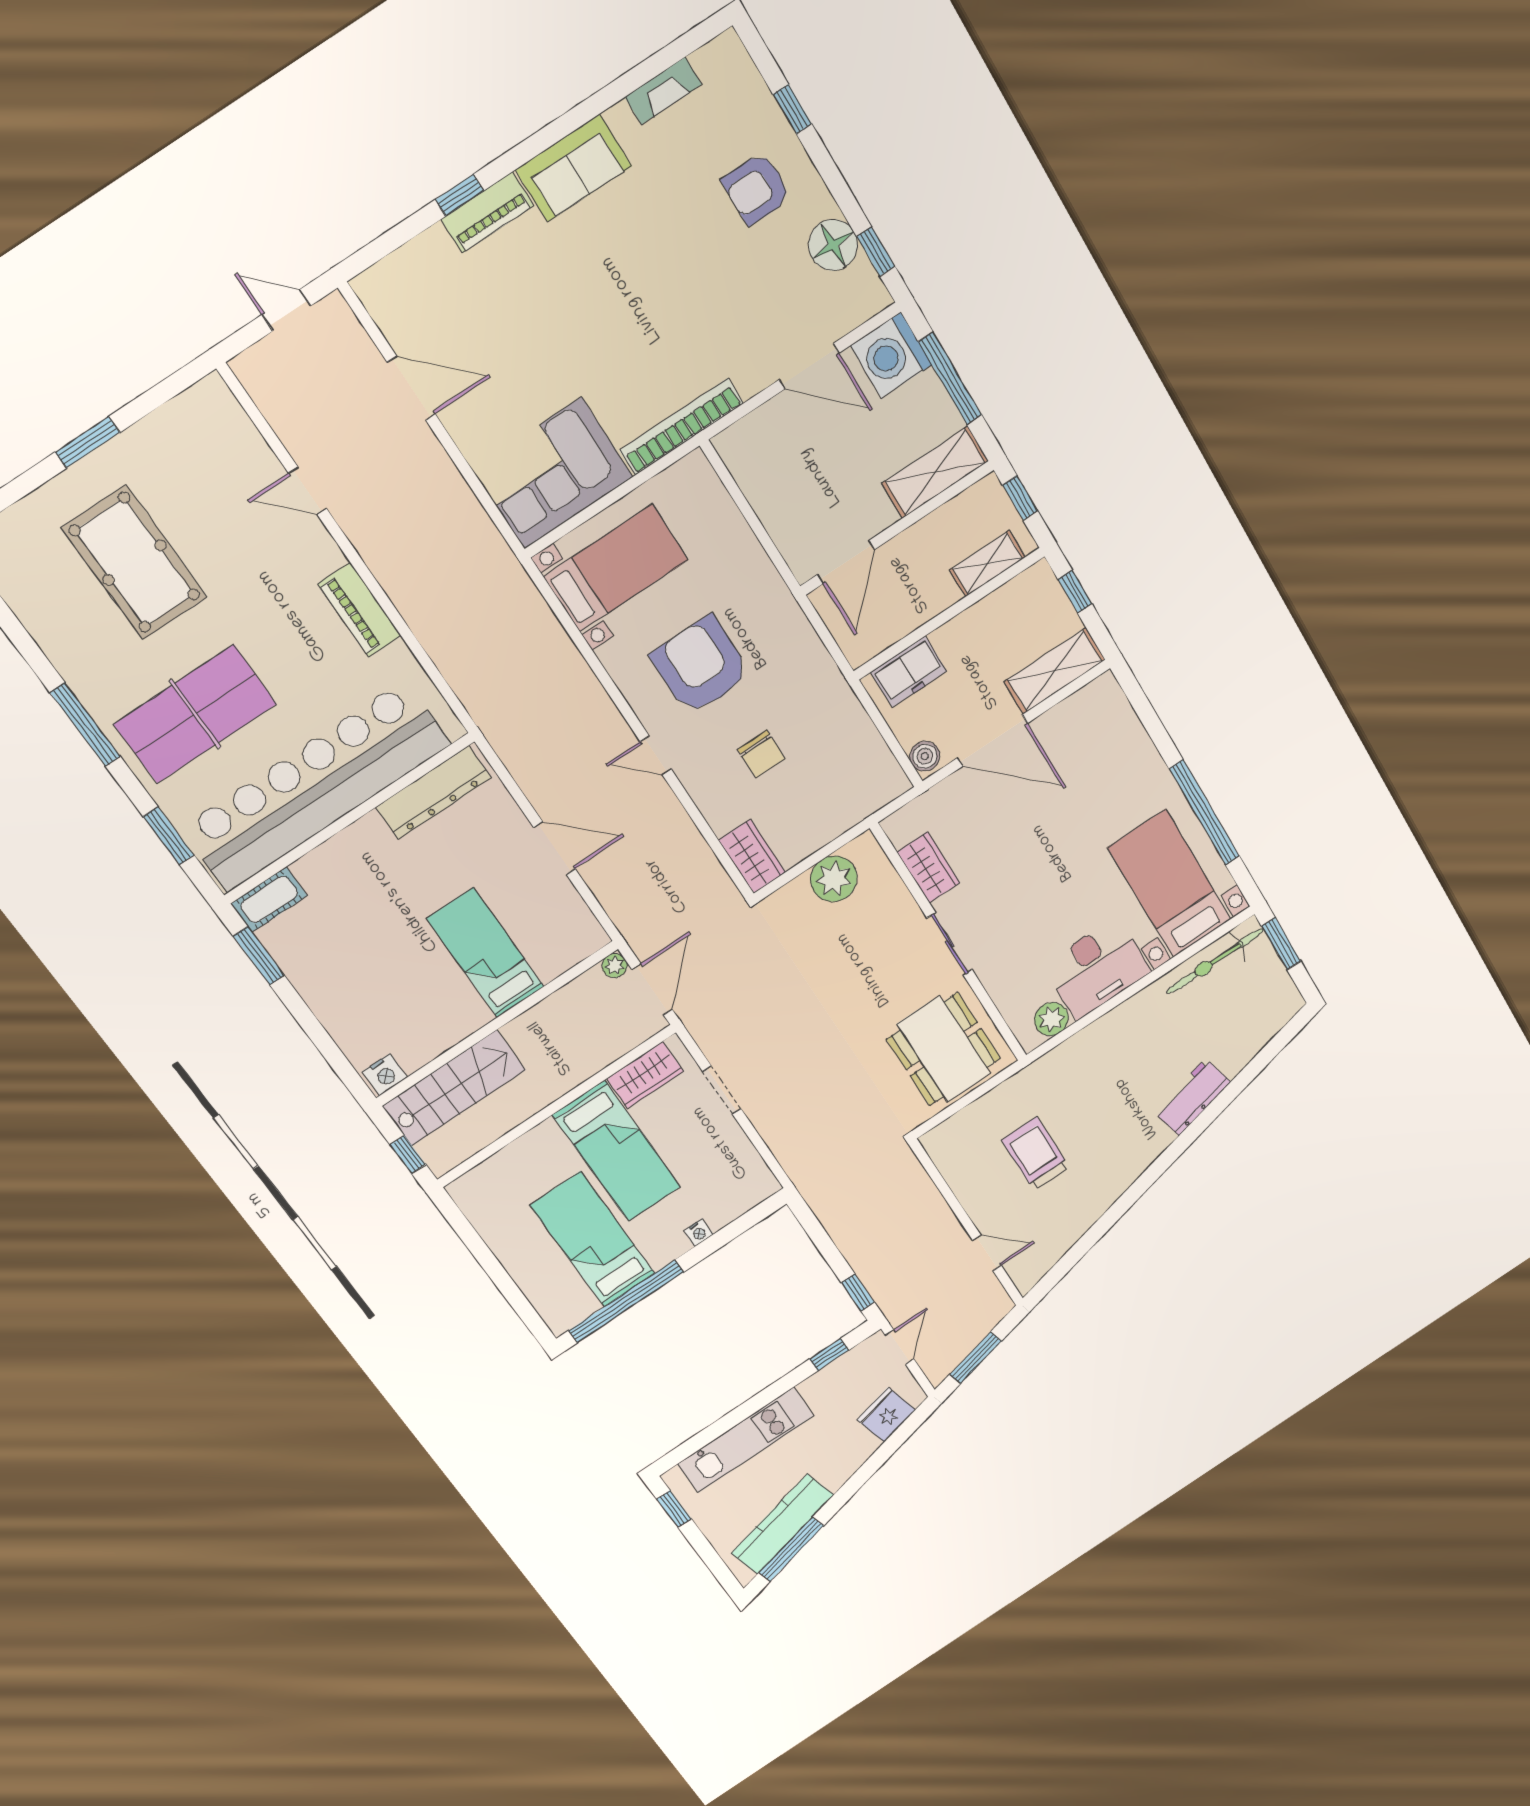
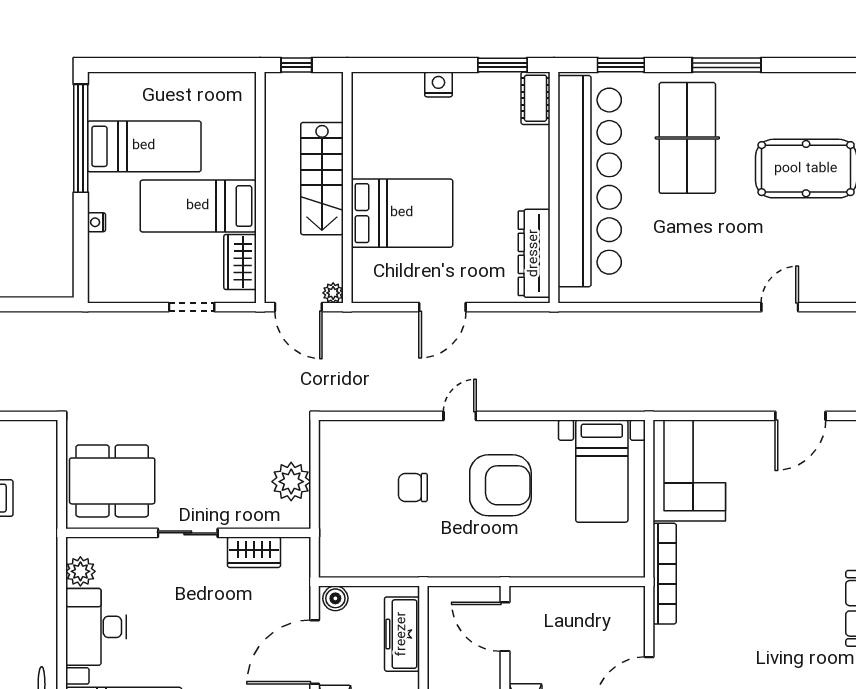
piano: (360, 610) -> (684, 288), removed
freezer: (909, 672) -> (402, 634), width x1.40
wardrobe: (752, 856) -> (346, 436), removed
bed: (486, 953) -> (402, 213), width x1.50
nightstand: (385, 1074) -> (438, 84), moved, turned 90
stairs: (454, 1088) -> (322, 179), moved

